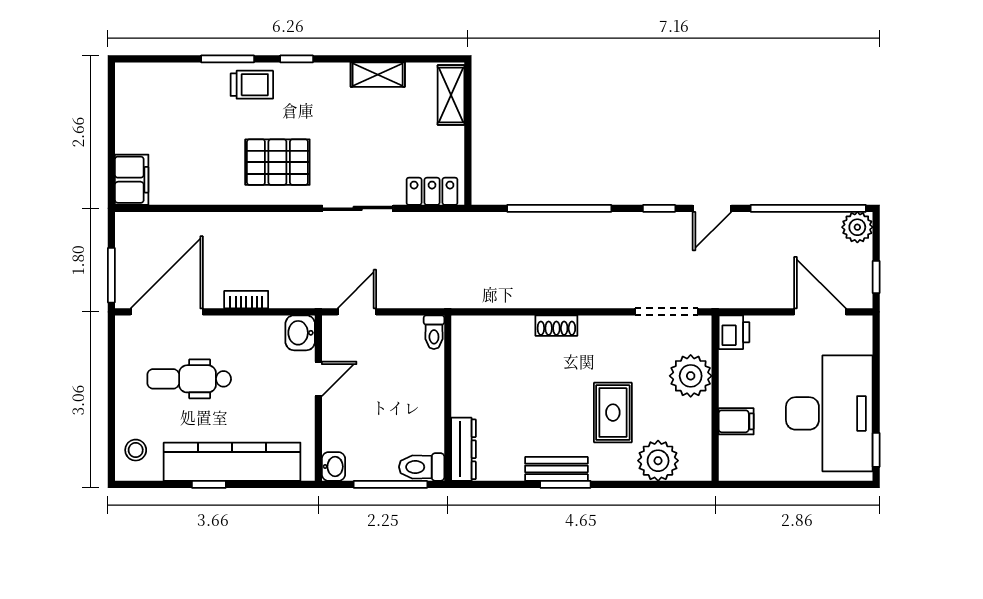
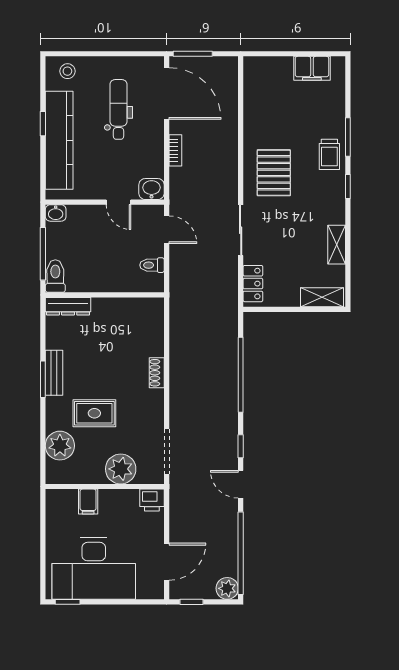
filing cabinet: (132, 180) -> (312, 68), moved
toilet: (434, 332) -> (152, 265), moved

